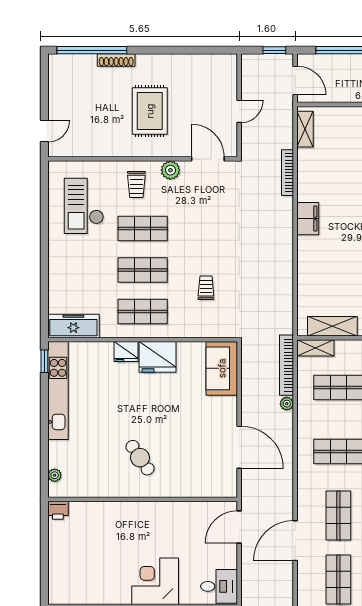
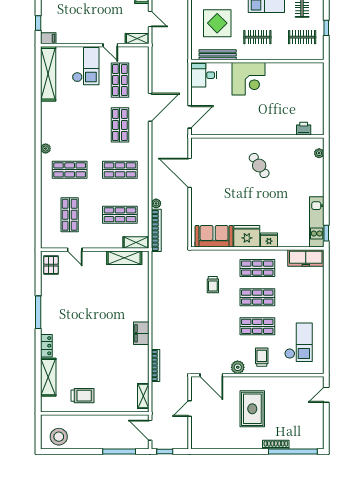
sofa: (222, 368) -> (214, 236), moved, turned -90
kitchen unit: (58, 390) -> (317, 222), width x0.73
printer: (58, 510) -> (304, 129), moved

